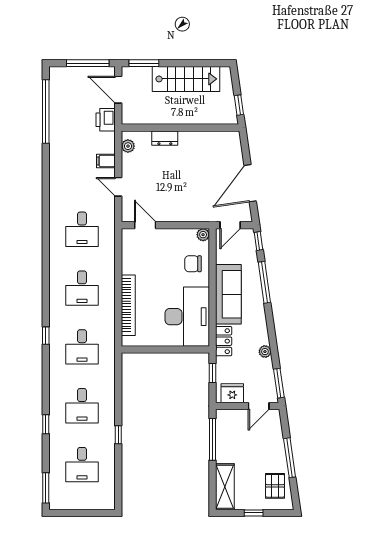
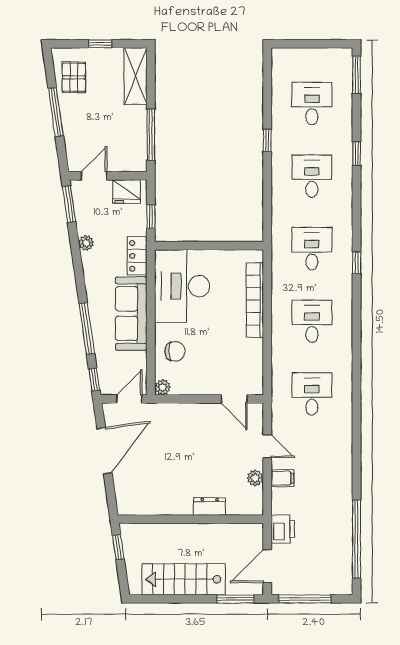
door: (118, 90) -> (267, 566), swing flipped
plant: (128, 146) -> (255, 478), moved

